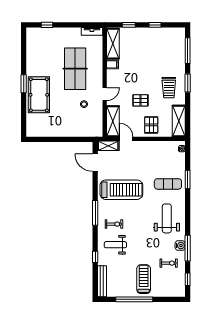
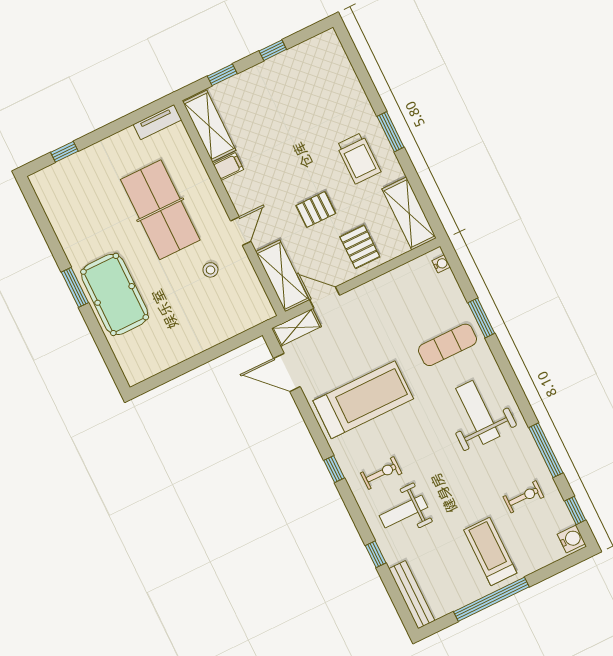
window: (188, 51) -> (360, 69), removed
window: (95, 213) -> (334, 469), width x0.46
water cooler: (180, 246) -> (571, 539), moved

